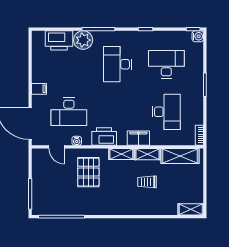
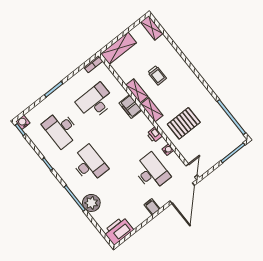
printer: (59, 40) -> (118, 231), moved, turned -90
desk: (118, 64) -> (89, 164), turned -90
printer: (104, 137) -> (154, 135), width x0.53, depth x0.68
door: (57, 147) -> (192, 170), moved
shelving: (180, 156) -> (119, 48), moved, turned 90

